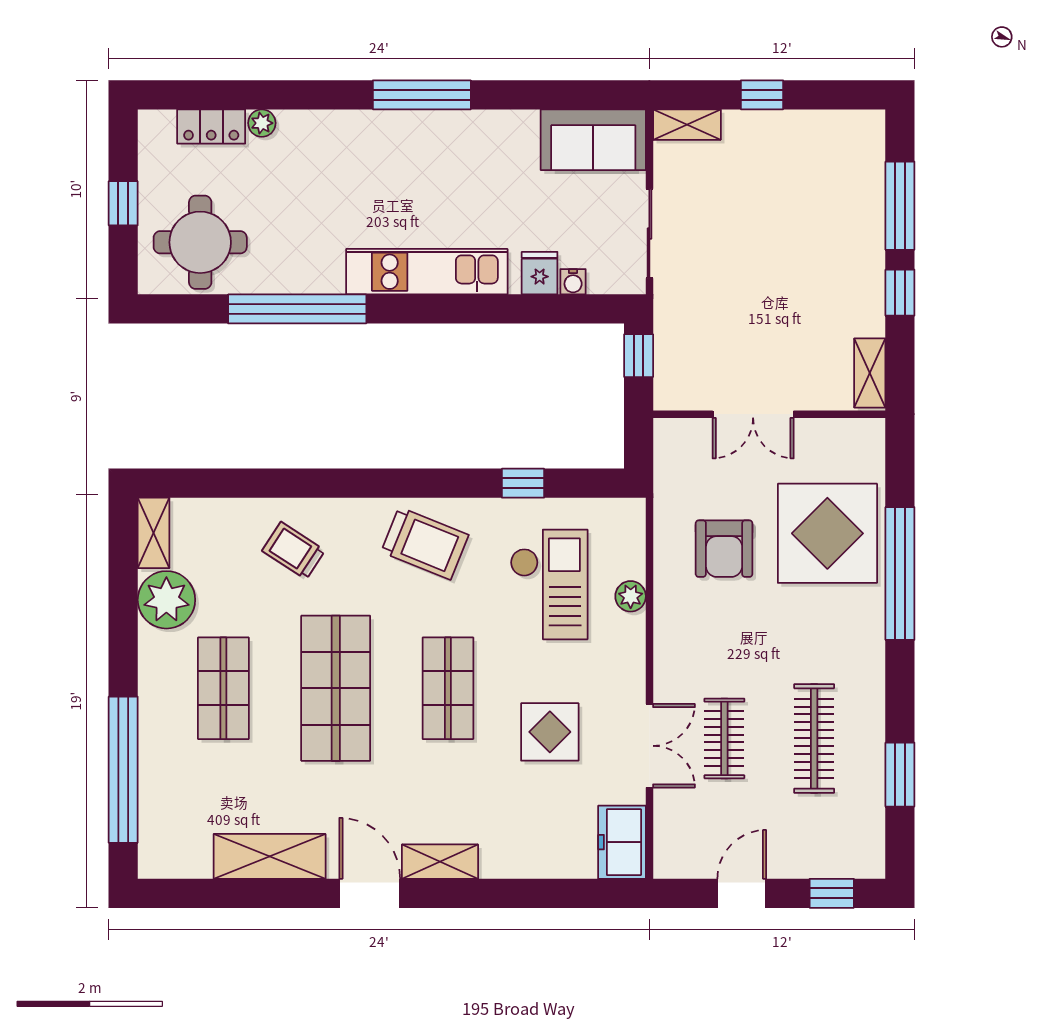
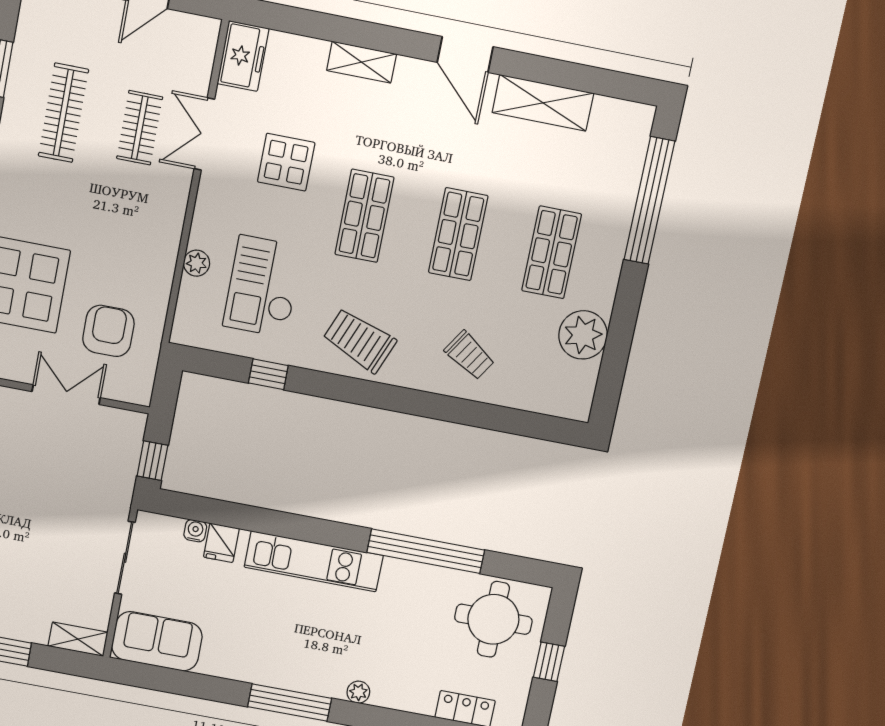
plant: (262, 123) -> (358, 692), moved
shelving: (154, 533) -> (582, 392), removed
armchair: (724, 549) -> (108, 331), moved
shop shelf: (336, 688) -> (458, 234), width x0.70, depth x0.74
shelving: (440, 862) -> (362, 62), moved

